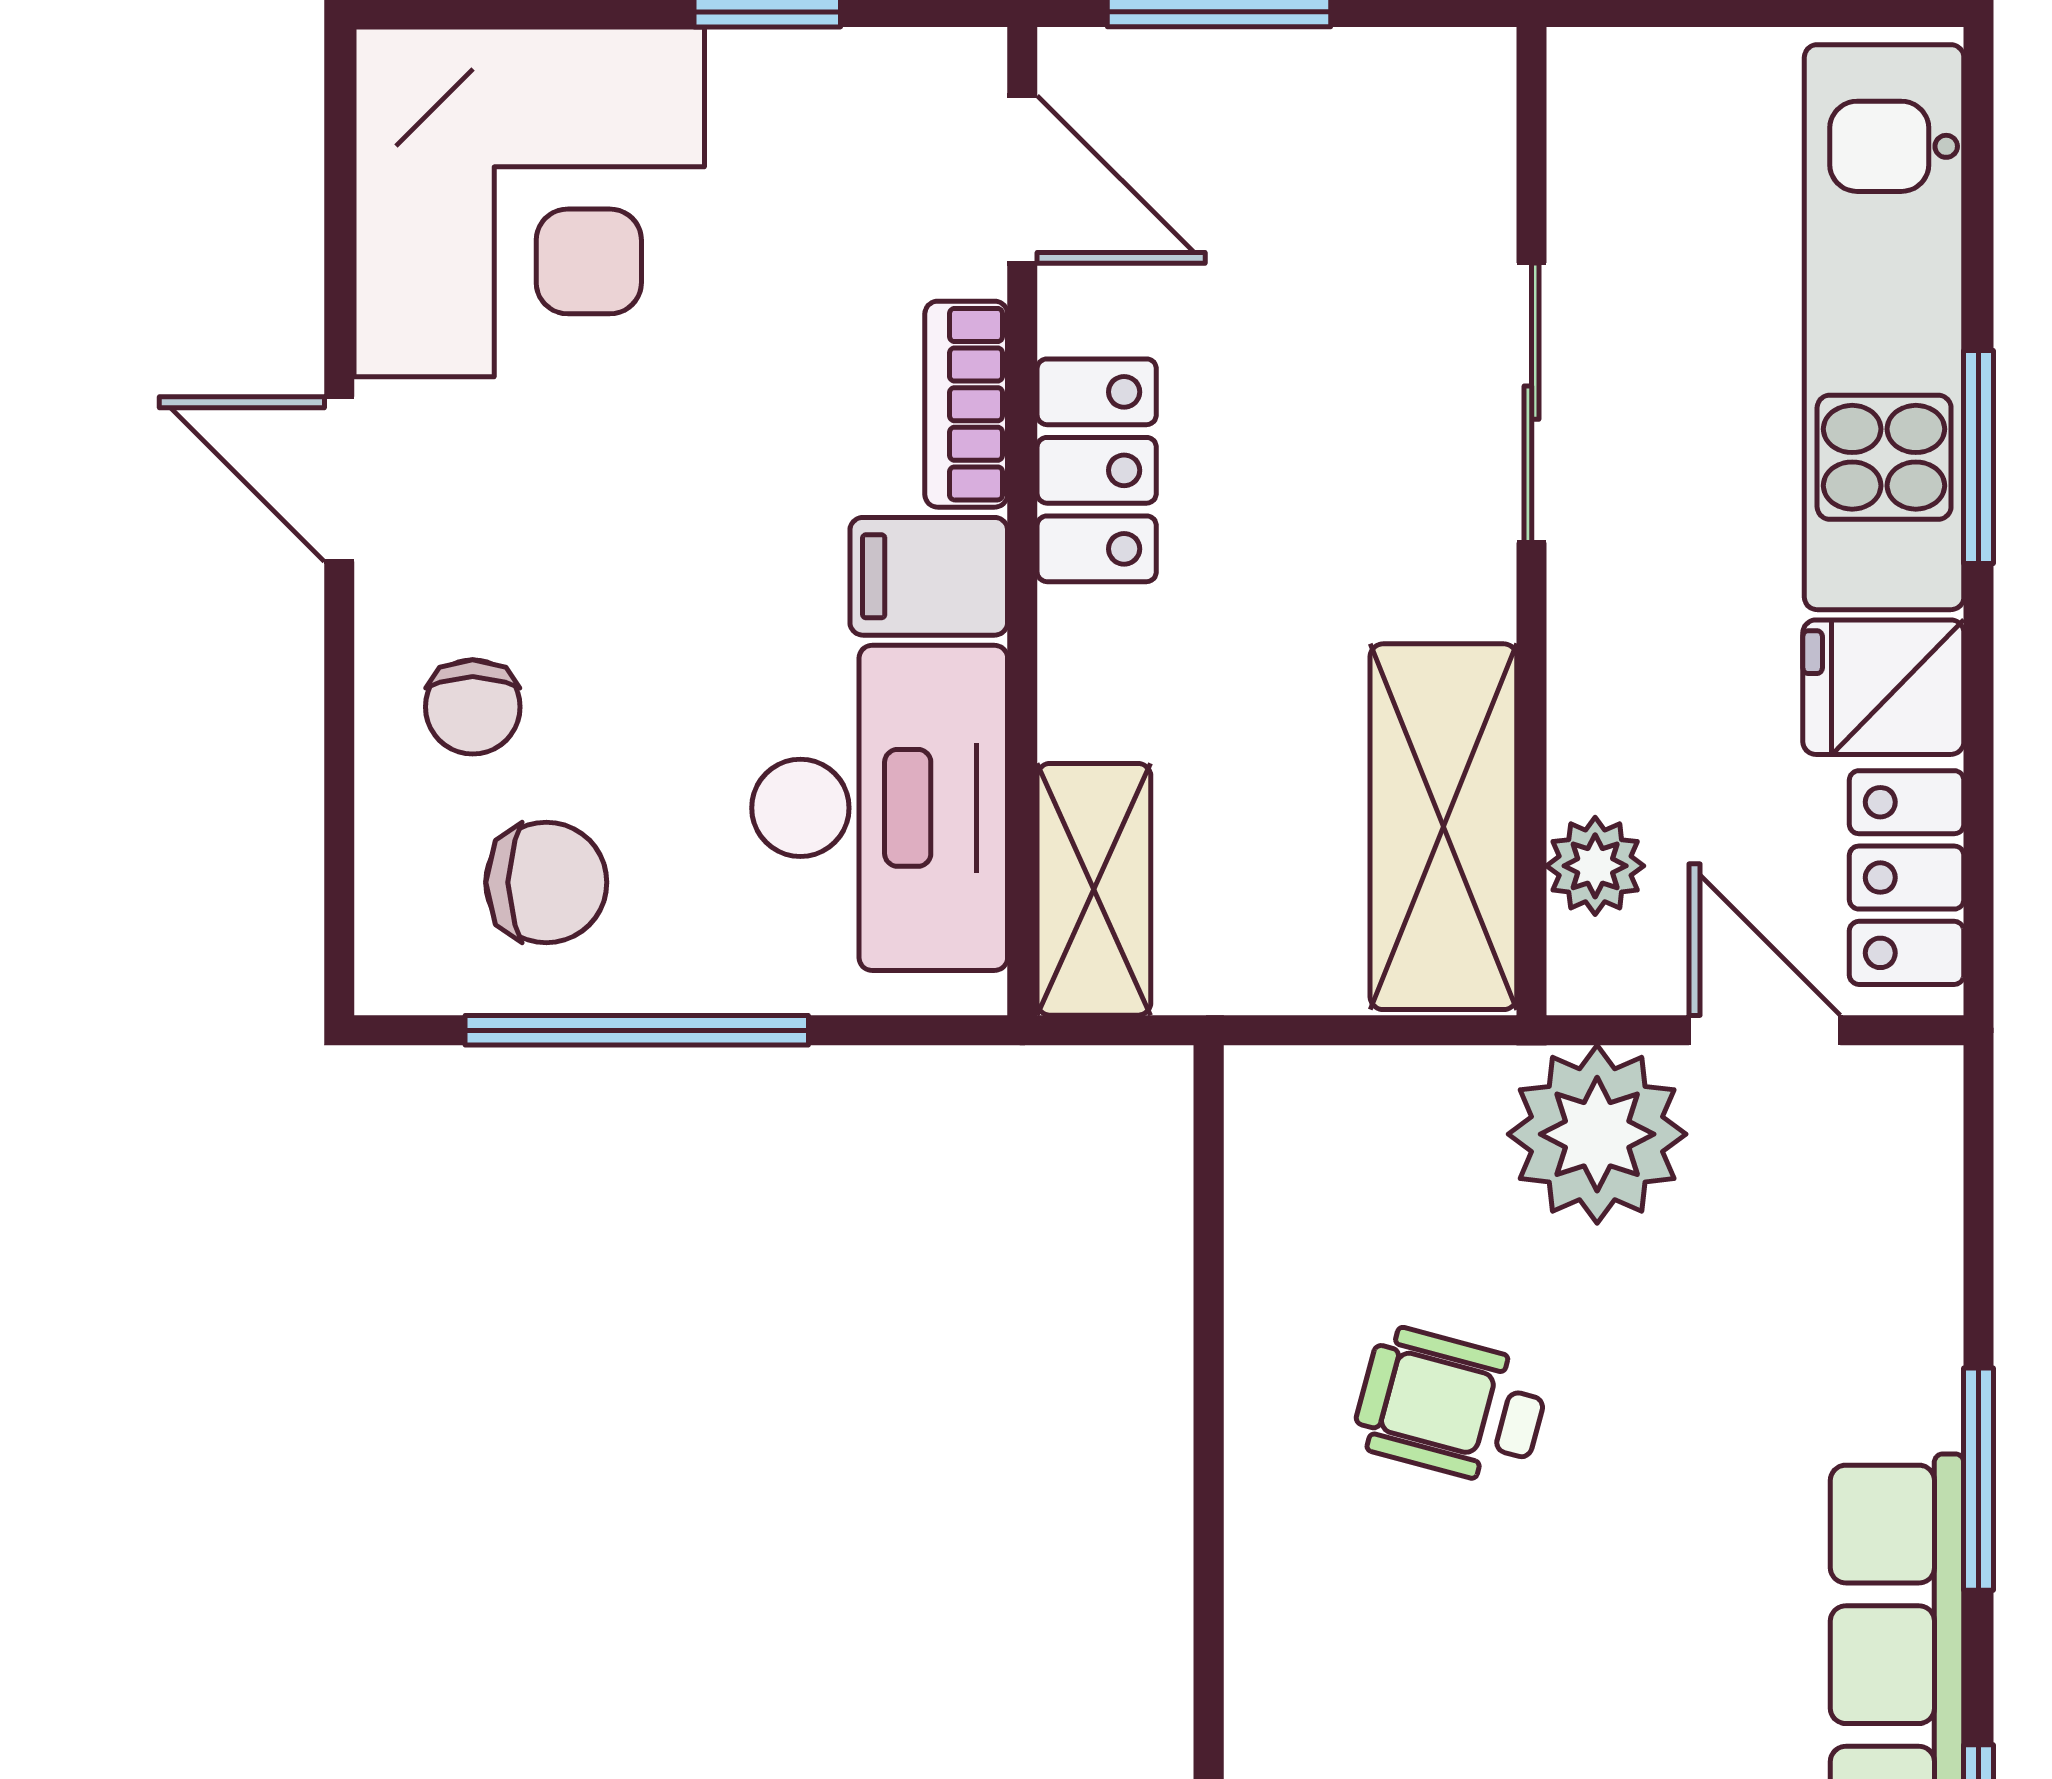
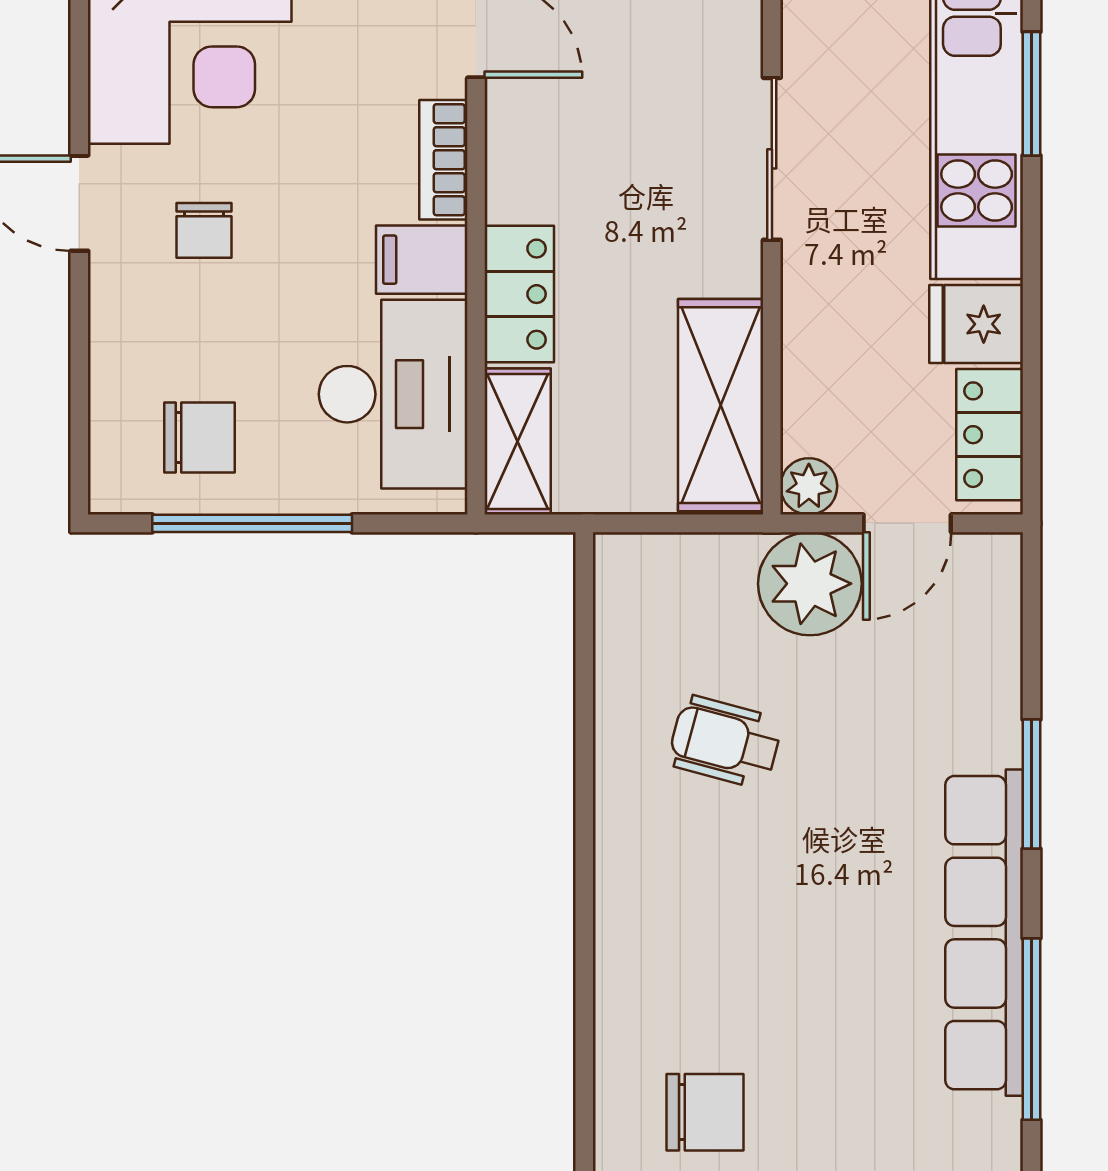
window: (1979, 457) -> (1031, 94), moved
locker: (1097, 470) -> (519, 294), moved
chair: (473, 707) -> (204, 230), moved
plant: (1595, 866) -> (809, 486), moved
door: (1765, 1030) -> (907, 523), swing flipped

